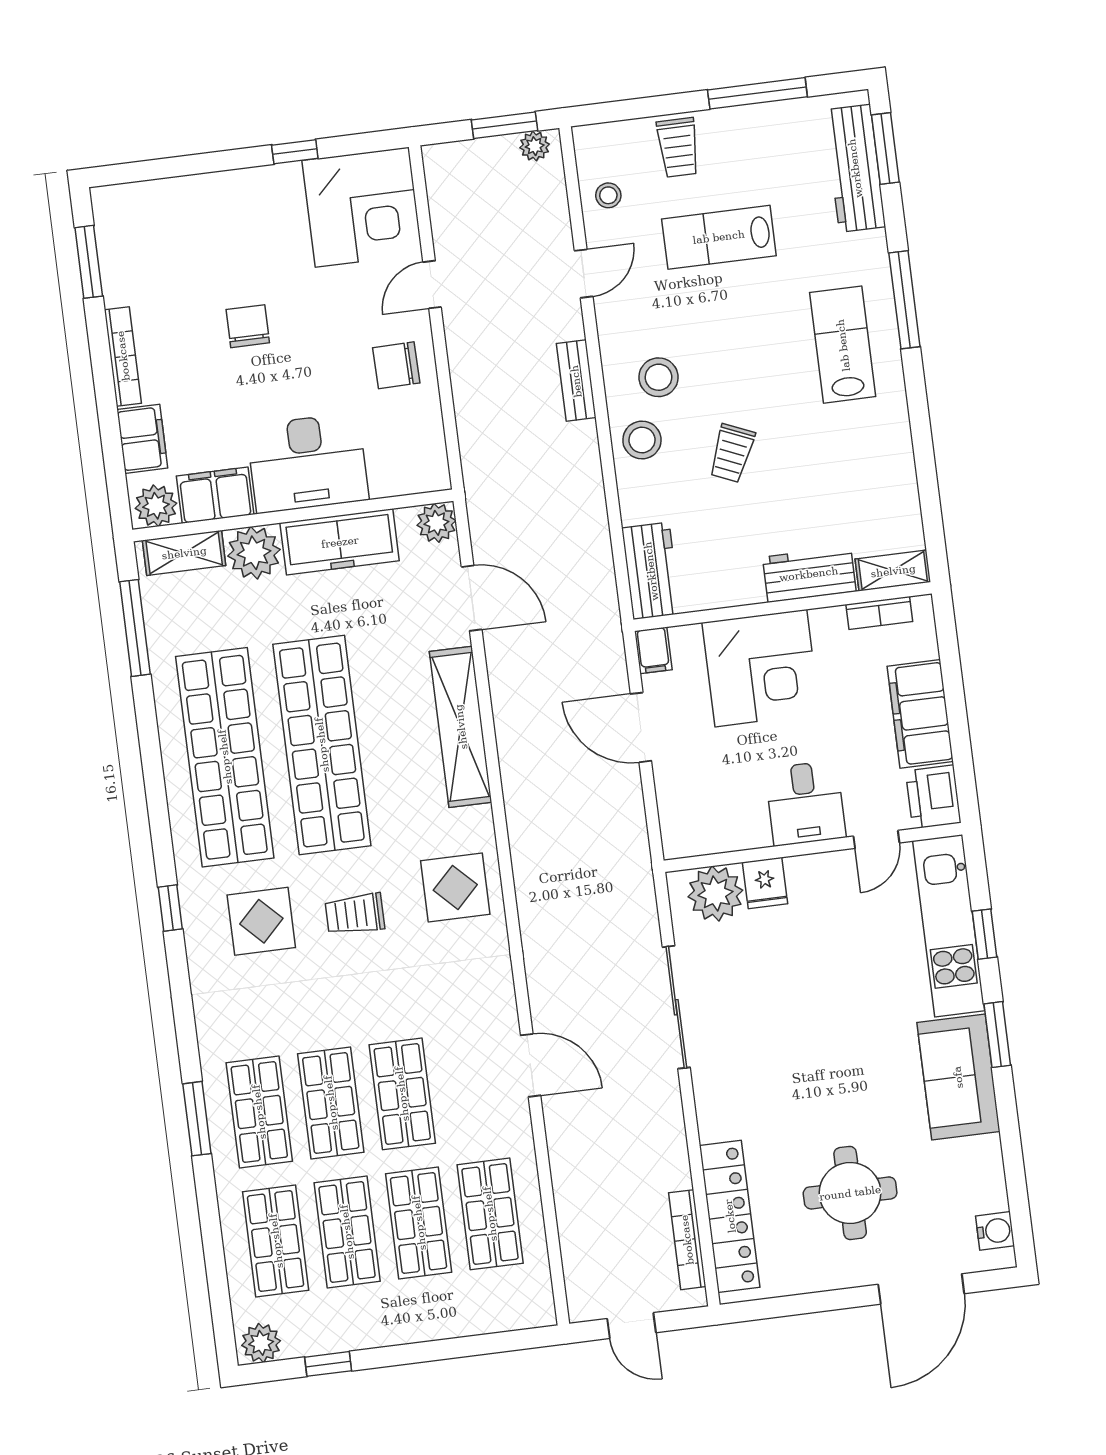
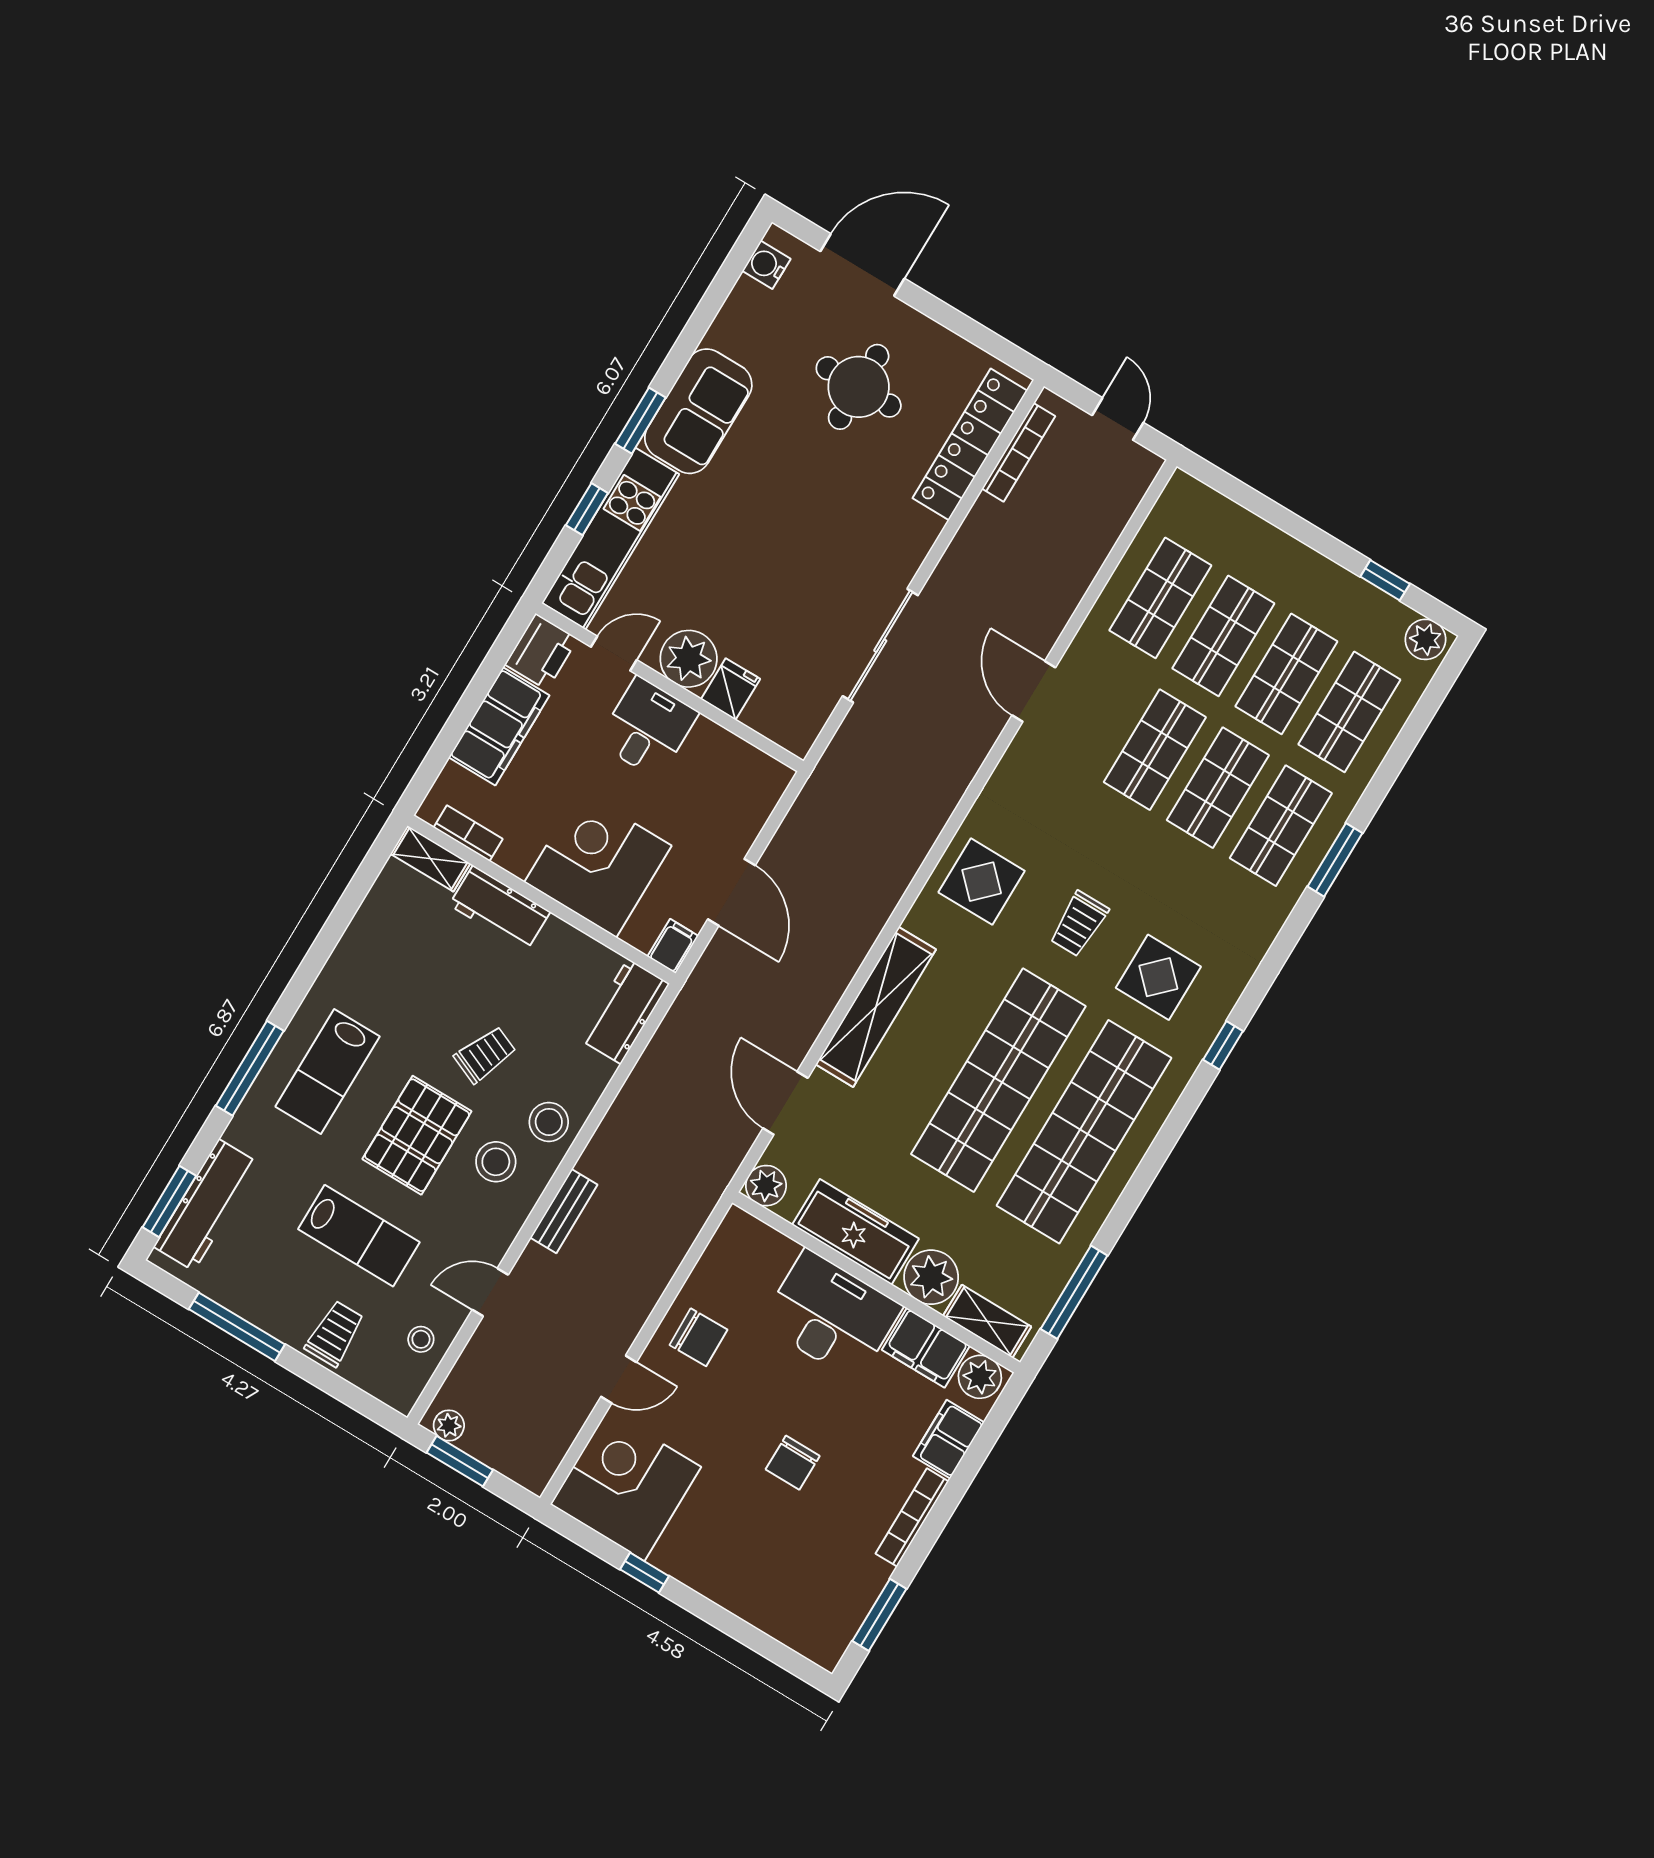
pallet: (735, 350) -> (417, 1135), added
plant: (715, 894) -> (689, 659), moved
trolley: (355, 914) -> (1079, 924), turned 90

